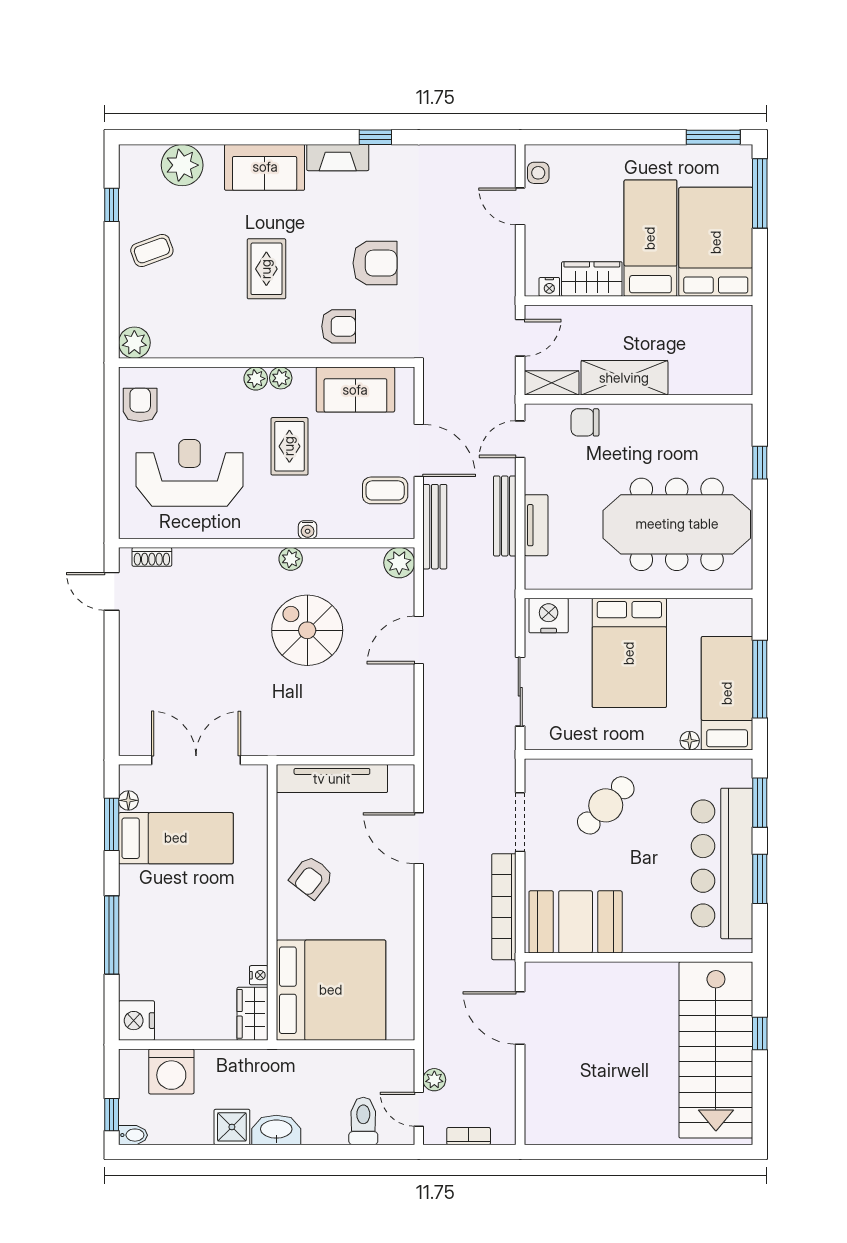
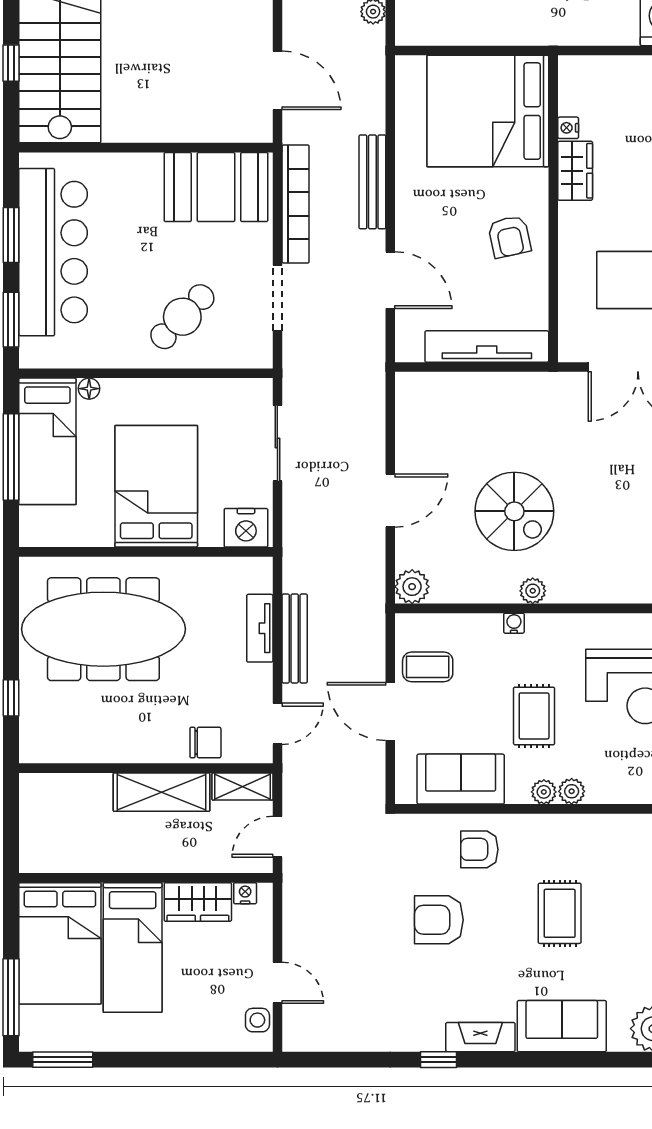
bench: (435, 527) -> (372, 182), moved
armchair: (312, 877) -> (509, 237), turned 130
wardrobe: (253, 1014) -> (575, 171), moved

